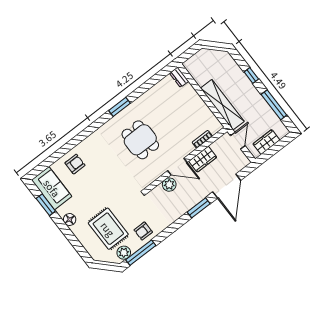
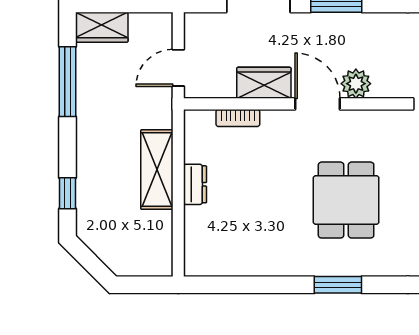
window: (251, 76) -> (68, 193), moved
dresser: (179, 77) -> (195, 184), moved
shelving: (222, 105) -> (157, 170), width x0.68
wardrobe: (266, 142) -> (102, 27), moved

